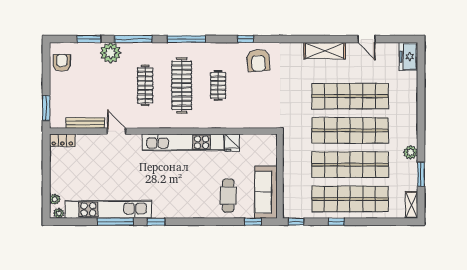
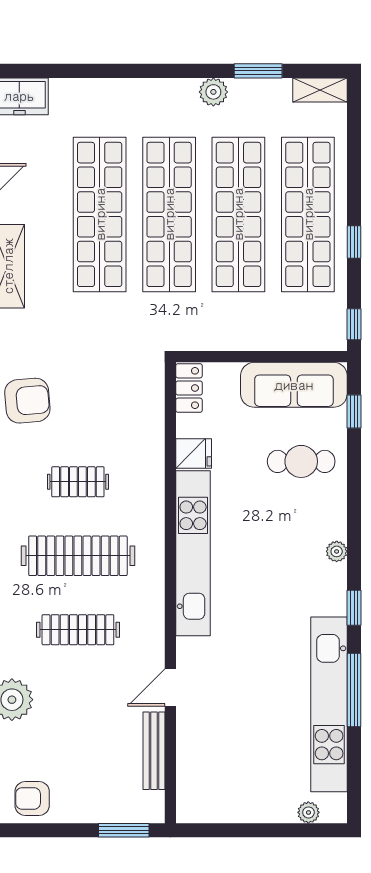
locker: (62, 140) -> (189, 388), moved
plant: (59, 213) -> (337, 551), moved

